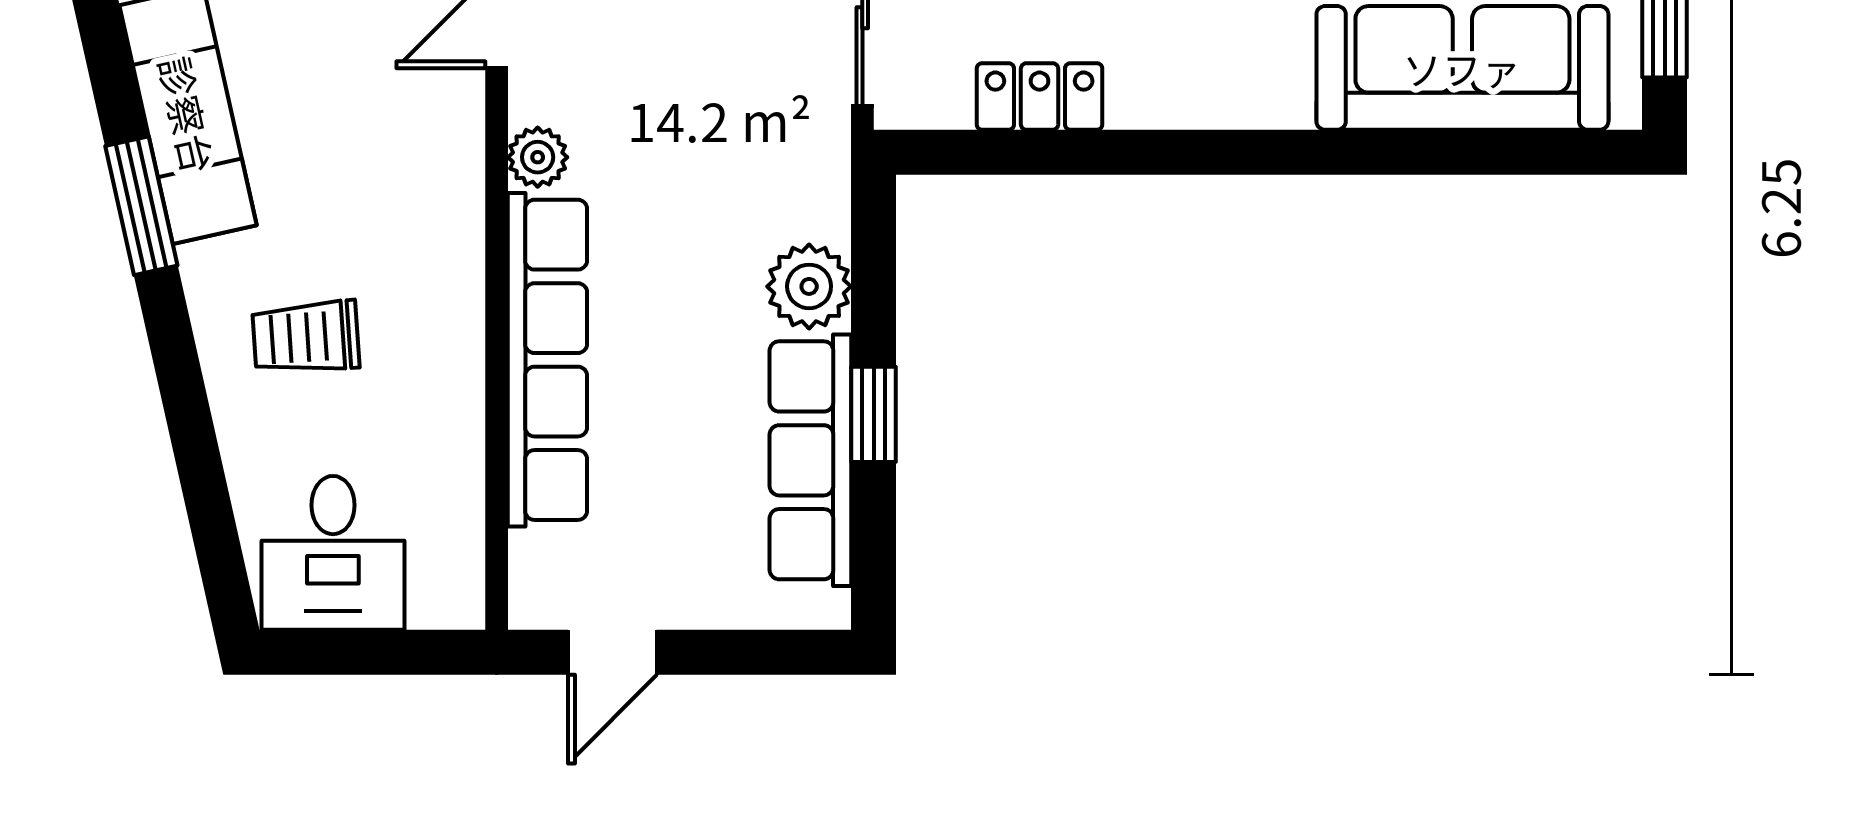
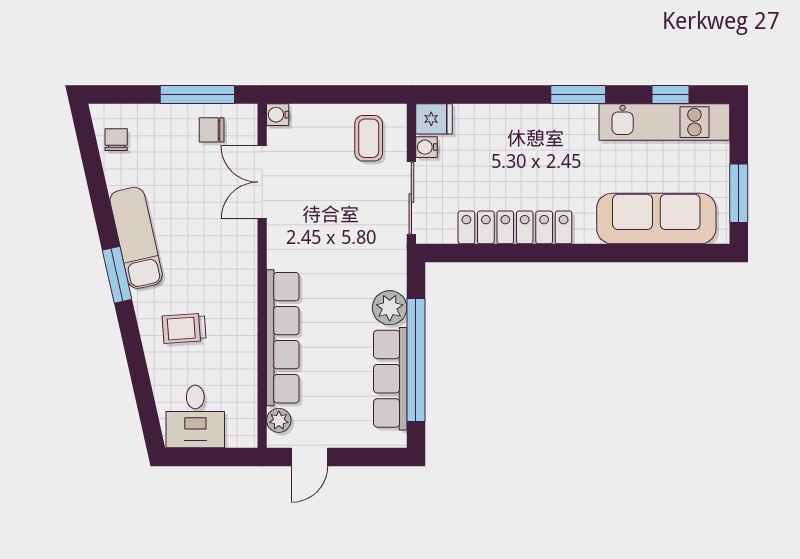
locker: (1040, 96) -> (515, 227), width x2.16, depth x1.21
plant: (538, 157) -> (279, 420), moved
window: (874, 414) -> (416, 360), width x3.17

